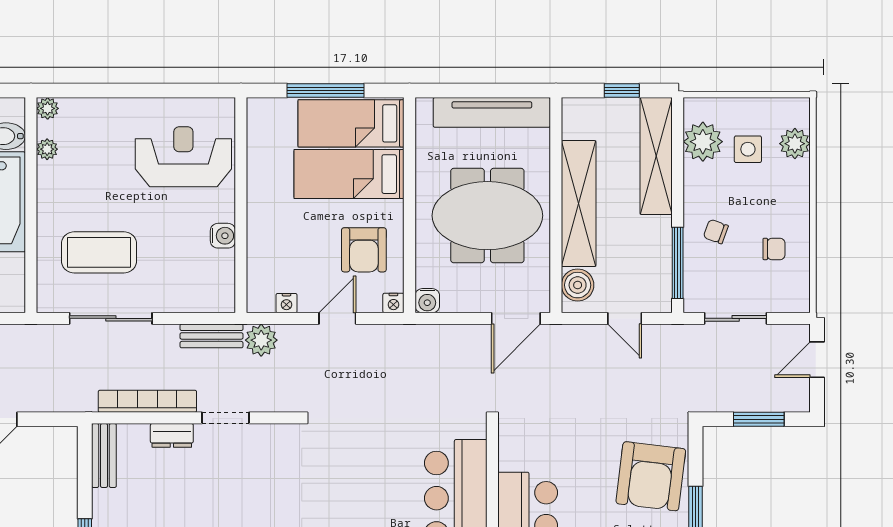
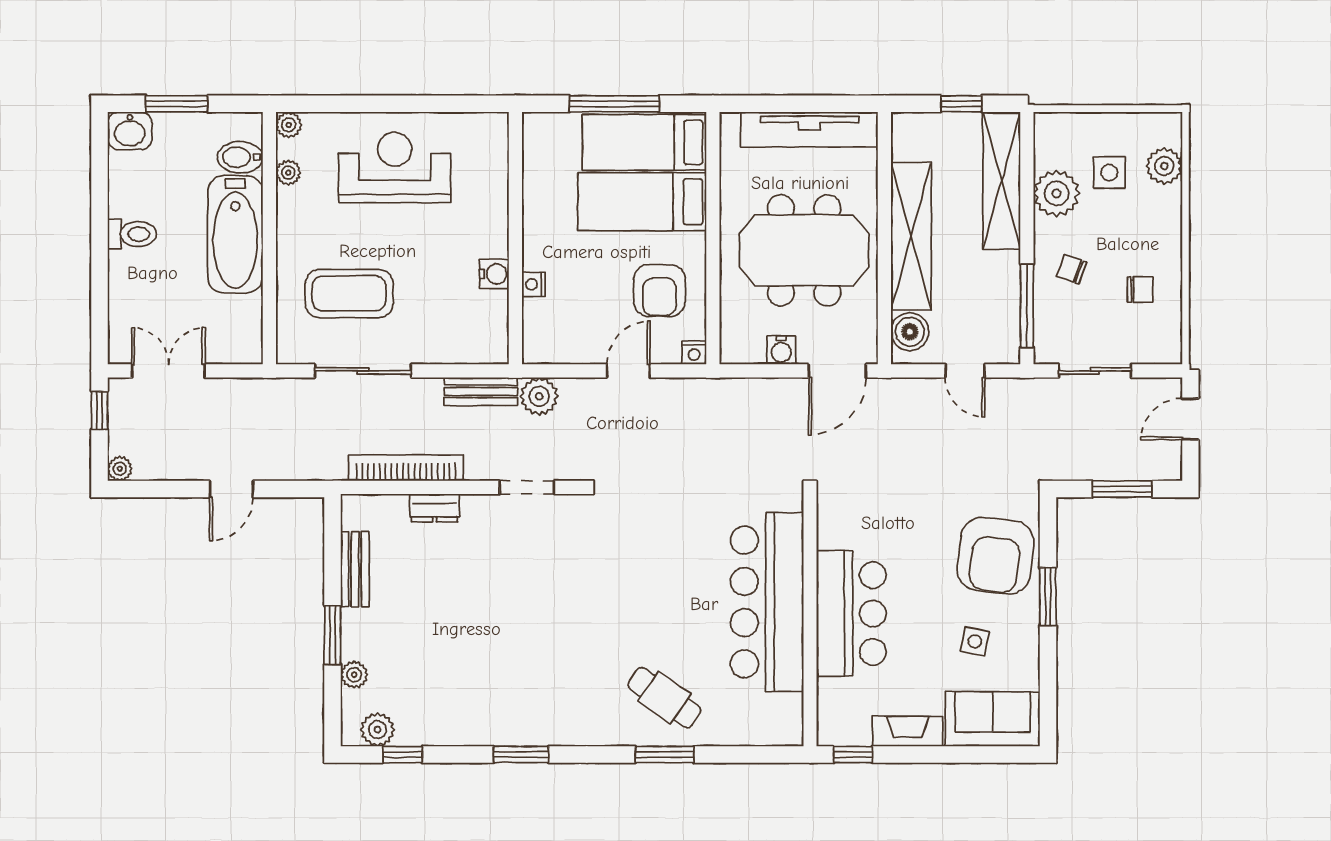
plant: (703, 142) -> (1056, 193), moved
reception desk: (183, 157) -> (395, 168), moved
water cooler: (427, 301) -> (781, 350), moved
nightstand: (286, 303) -> (533, 284), moved, turned 90
doorway: (225, 418) -> (527, 487), moved
bench: (104, 456) -> (355, 569), moved

